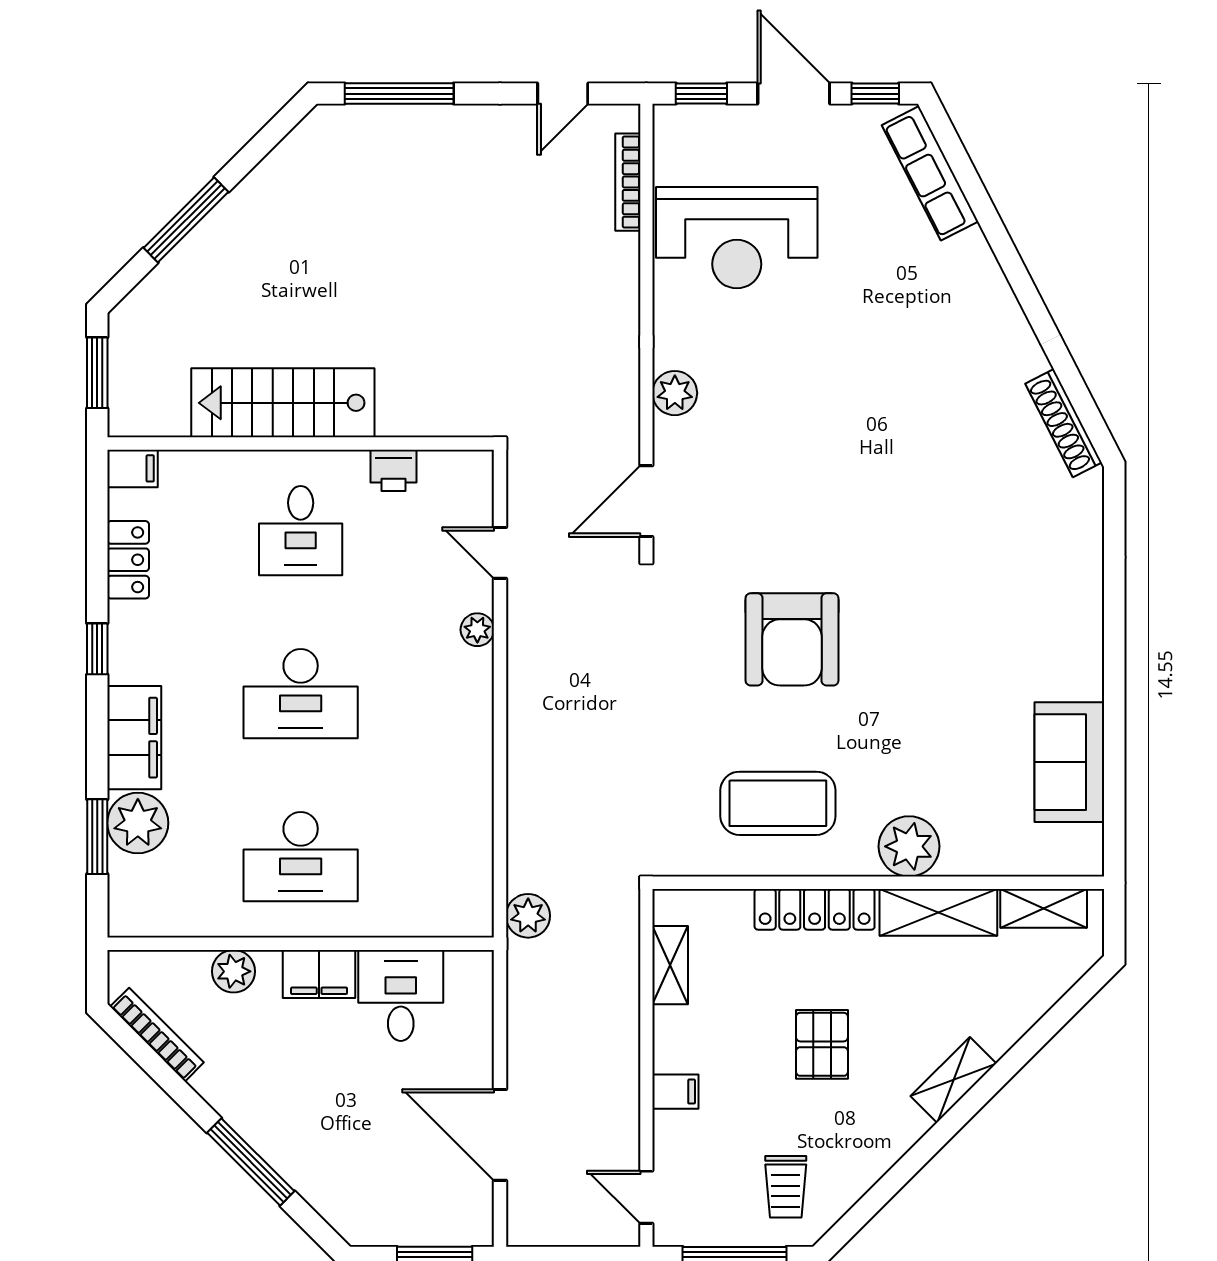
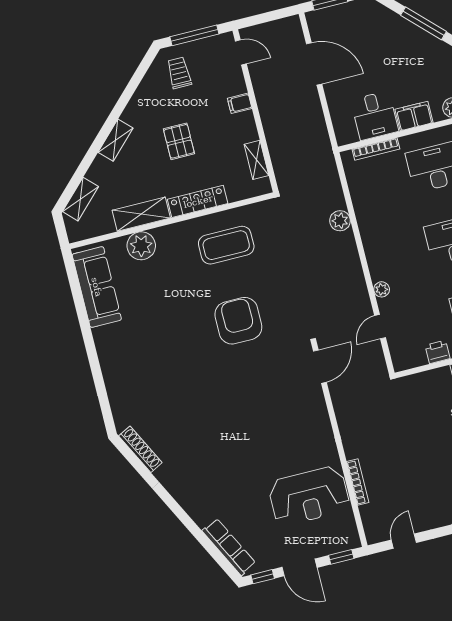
bookcase: (628, 182) -> (358, 482), moved
reception desk: (737, 238) -> (309, 496), turned 180
plant: (675, 393) -> (319, 419), removed
door: (500, 553) -> (380, 327), swing flipped
sofa: (1069, 762) -> (97, 287), width x1.36
plant: (909, 846) -> (141, 246), moved
shelving: (1044, 908) -> (81, 199), moved, turned -45
plant: (528, 916) -> (340, 221), moved
bookcase: (416, 925) -> (376, 149), added

